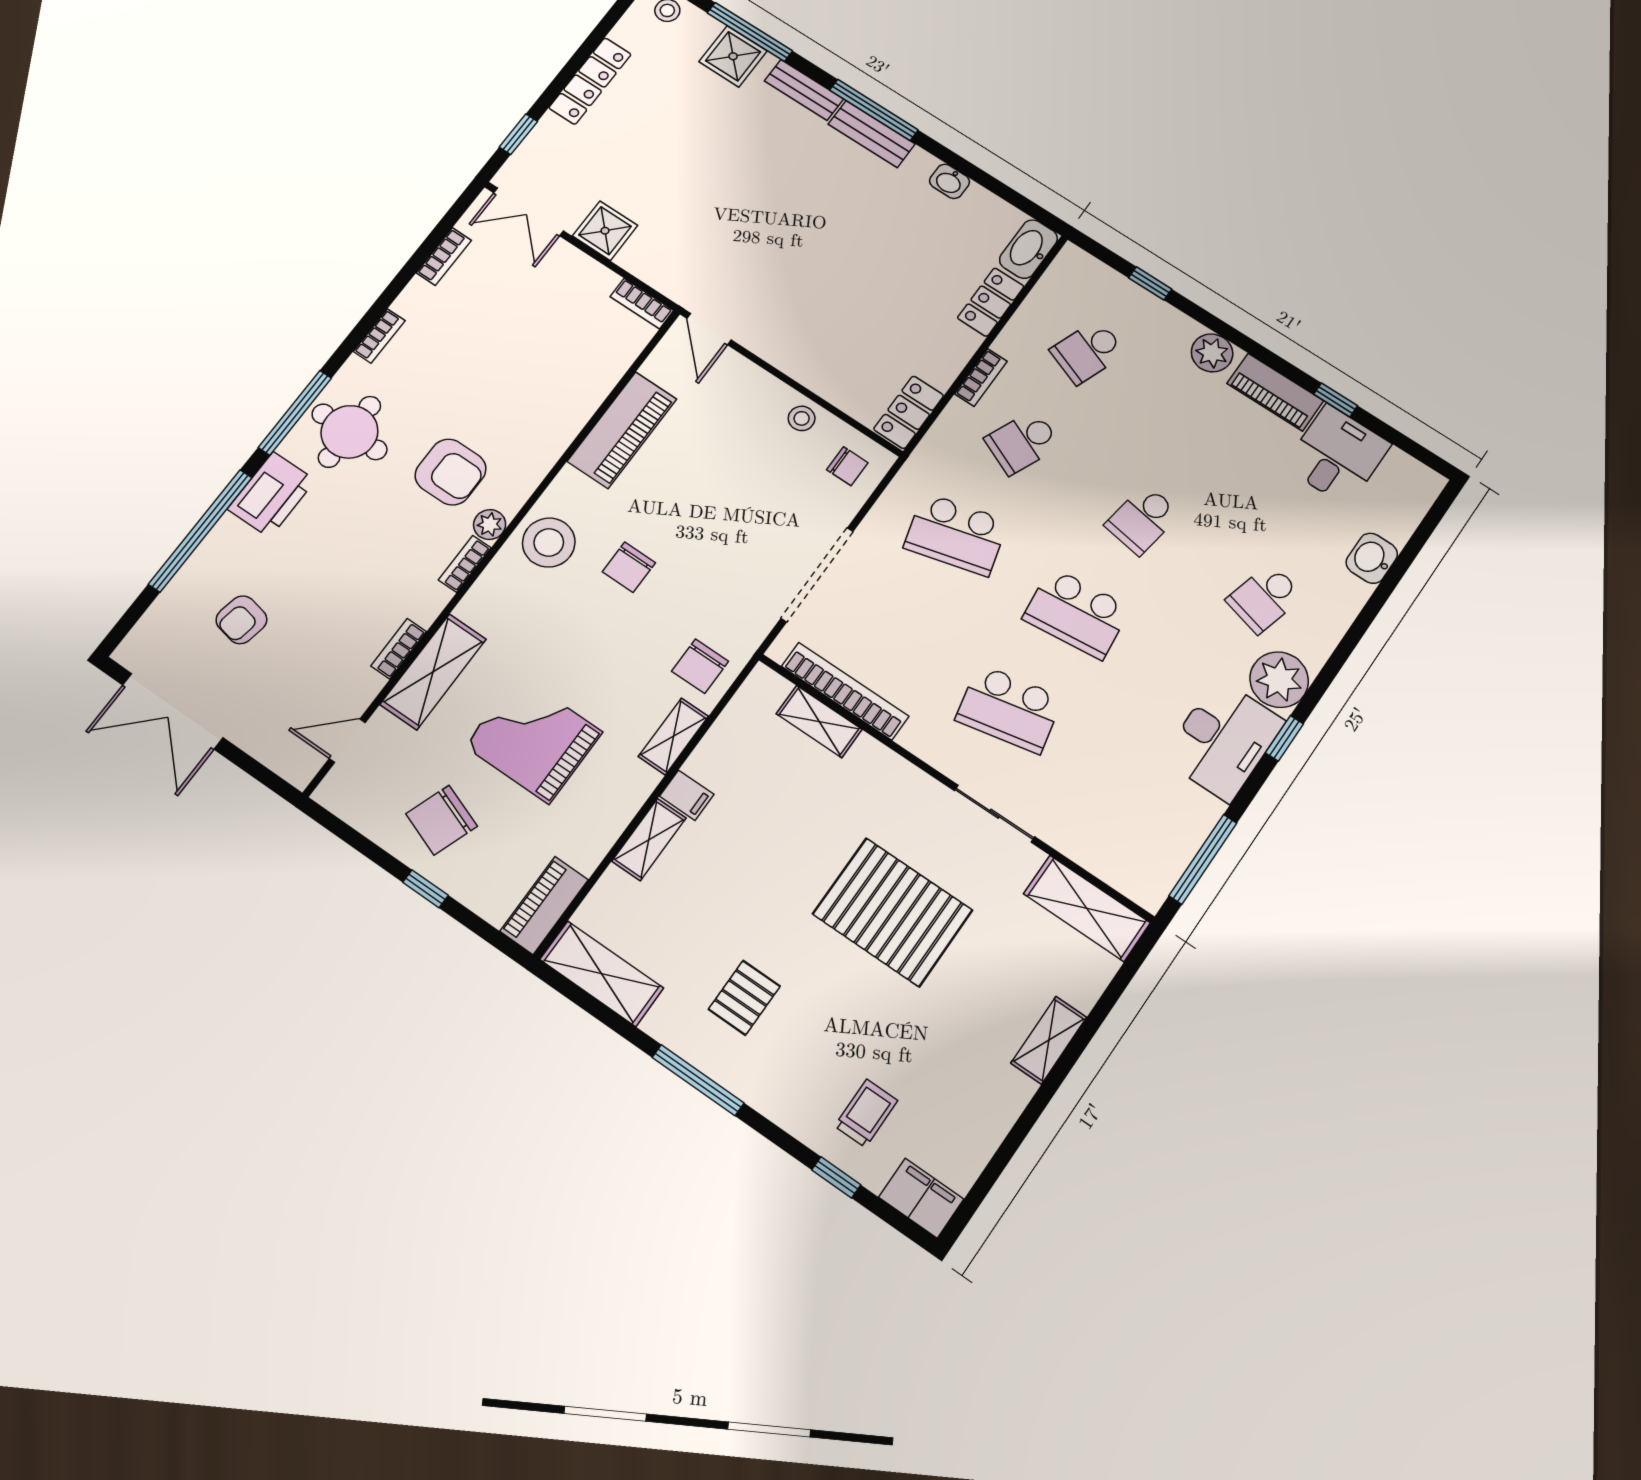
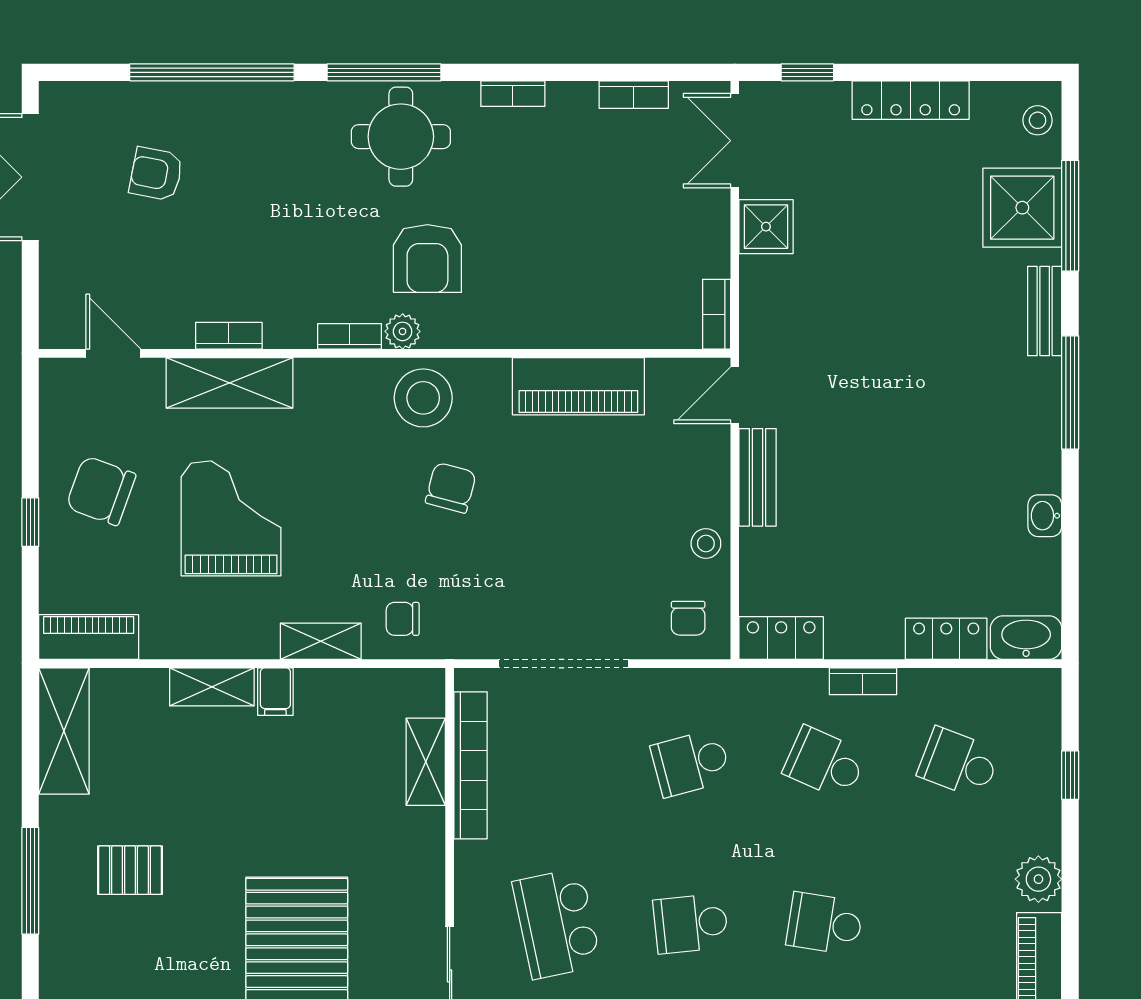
shower: (733, 56) -> (1022, 208), width x1.36, depth x1.36
bench: (872, 134) -> (758, 477), moved
printer: (271, 495) -> (291, 111), removed
school desk: (956, 534) -> (691, 763), width x0.54
chair: (629, 567) -> (451, 488), turned 105
school desk: (1076, 613) -> (691, 924), width x0.54
chair: (700, 666) -> (403, 619), width x0.73, depth x0.73

